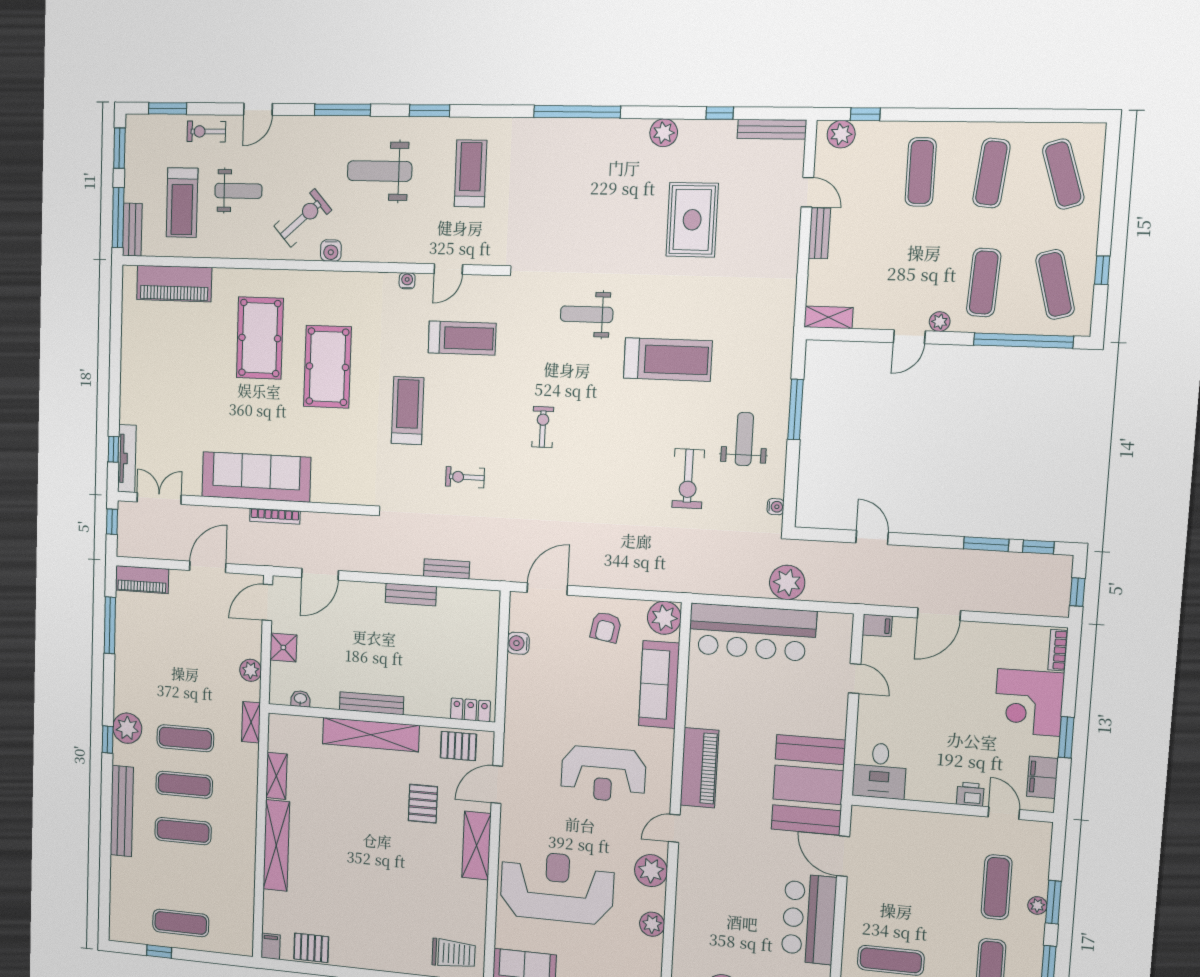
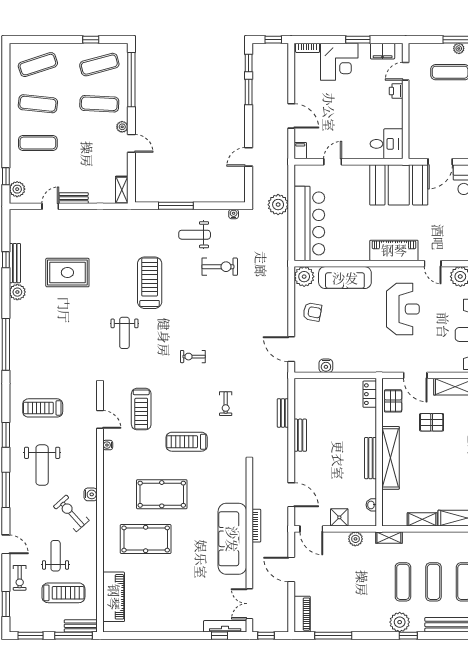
bench: (772, 129) -> (15, 263), moved
treadmill: (462, 338) -> (141, 409), turned 180

